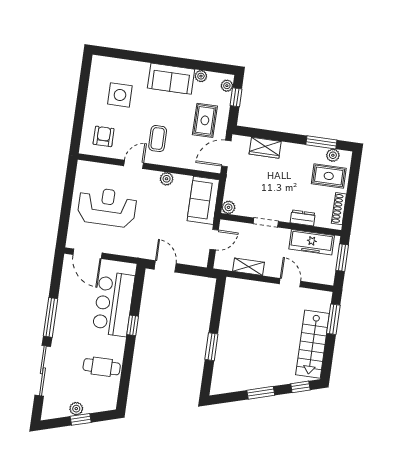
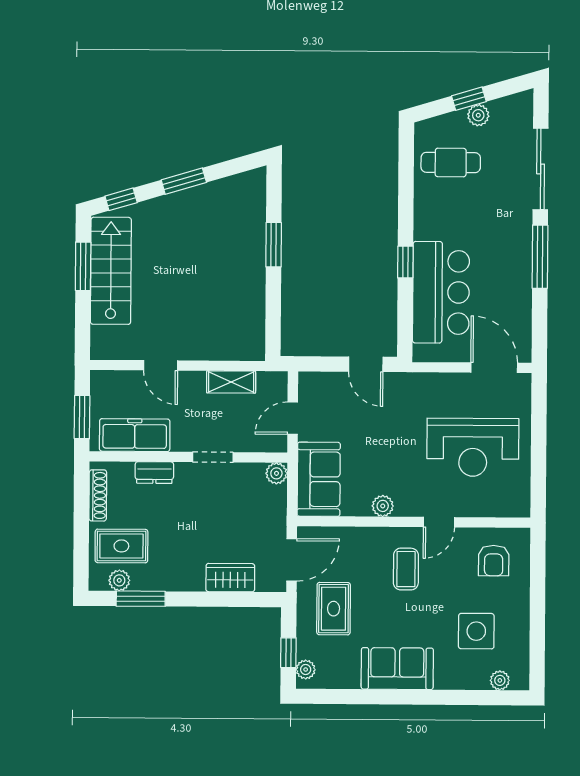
plant: (201, 76) -> (500, 680), moved
window: (333, 319) -> (83, 266), moved
cafe table: (102, 367) -> (451, 162), moved

